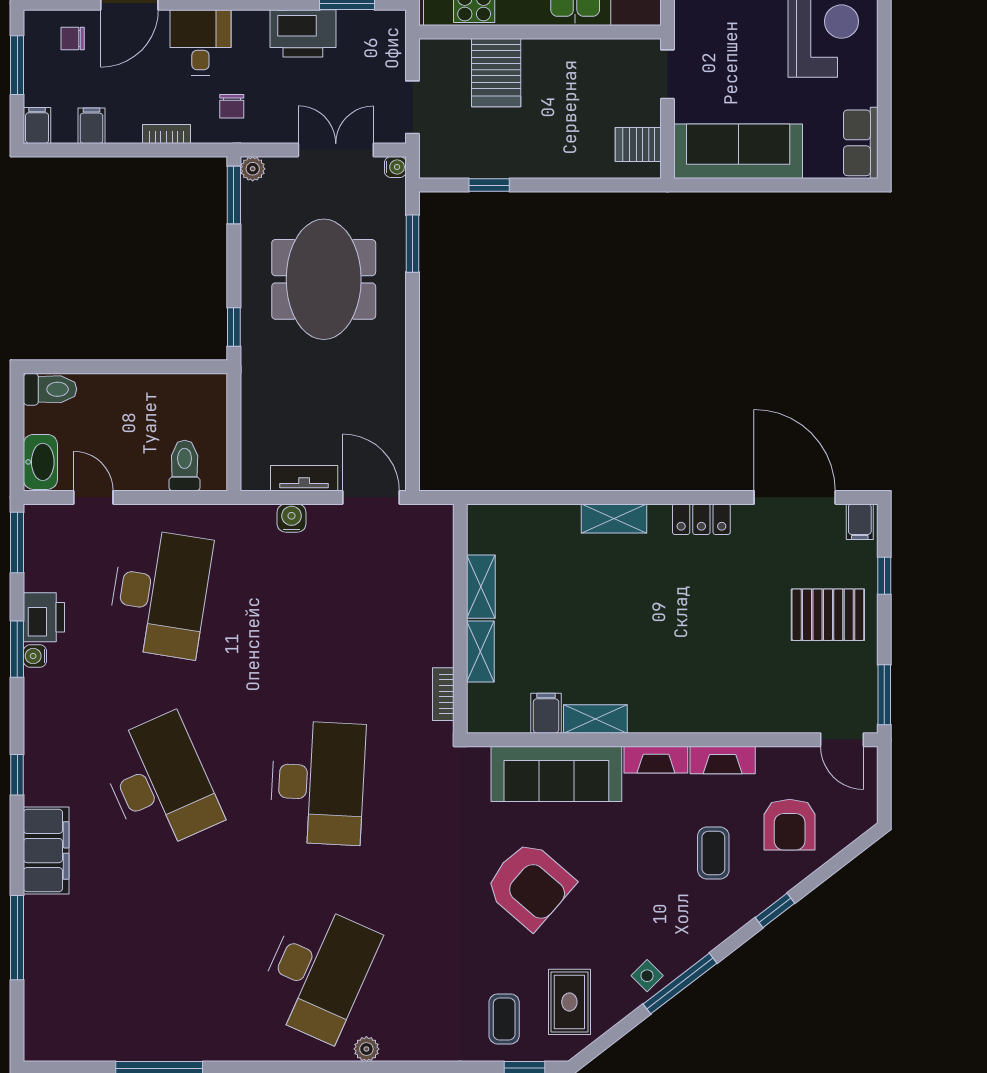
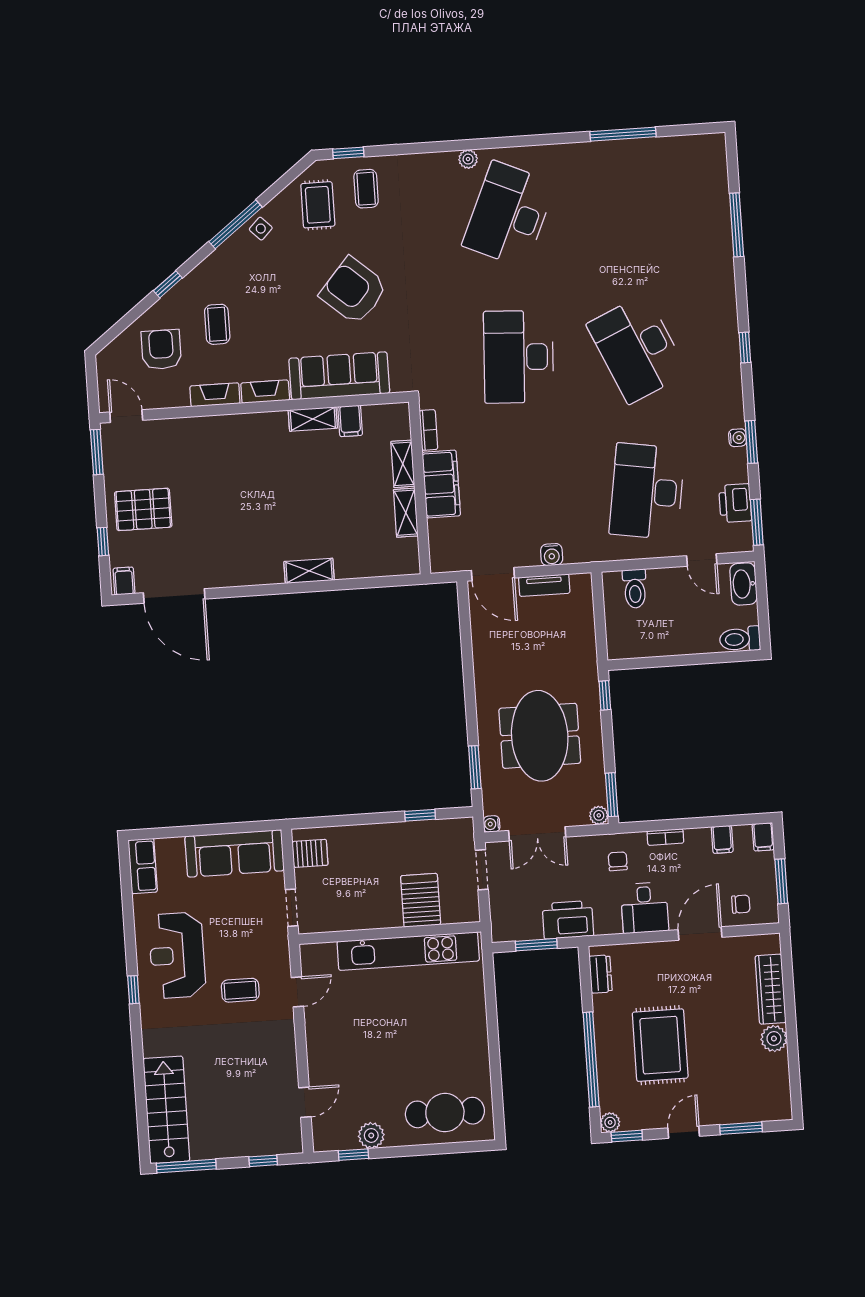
locker: (701, 519) -> (243, 575), removed
printer: (44, 617) -> (735, 503), moved
filing cabinet: (46, 851) -> (441, 484), moved, turned 180

